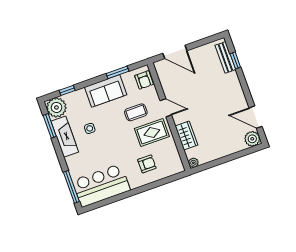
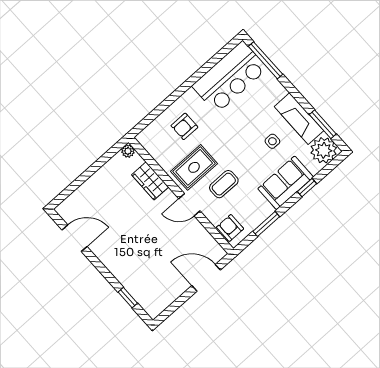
bench: (225, 57) -> (141, 296), removed
window: (67, 90) -> (307, 188), moved
sofa: (106, 91) -> (286, 183), moved
plant: (252, 139) -> (68, 210), removed

